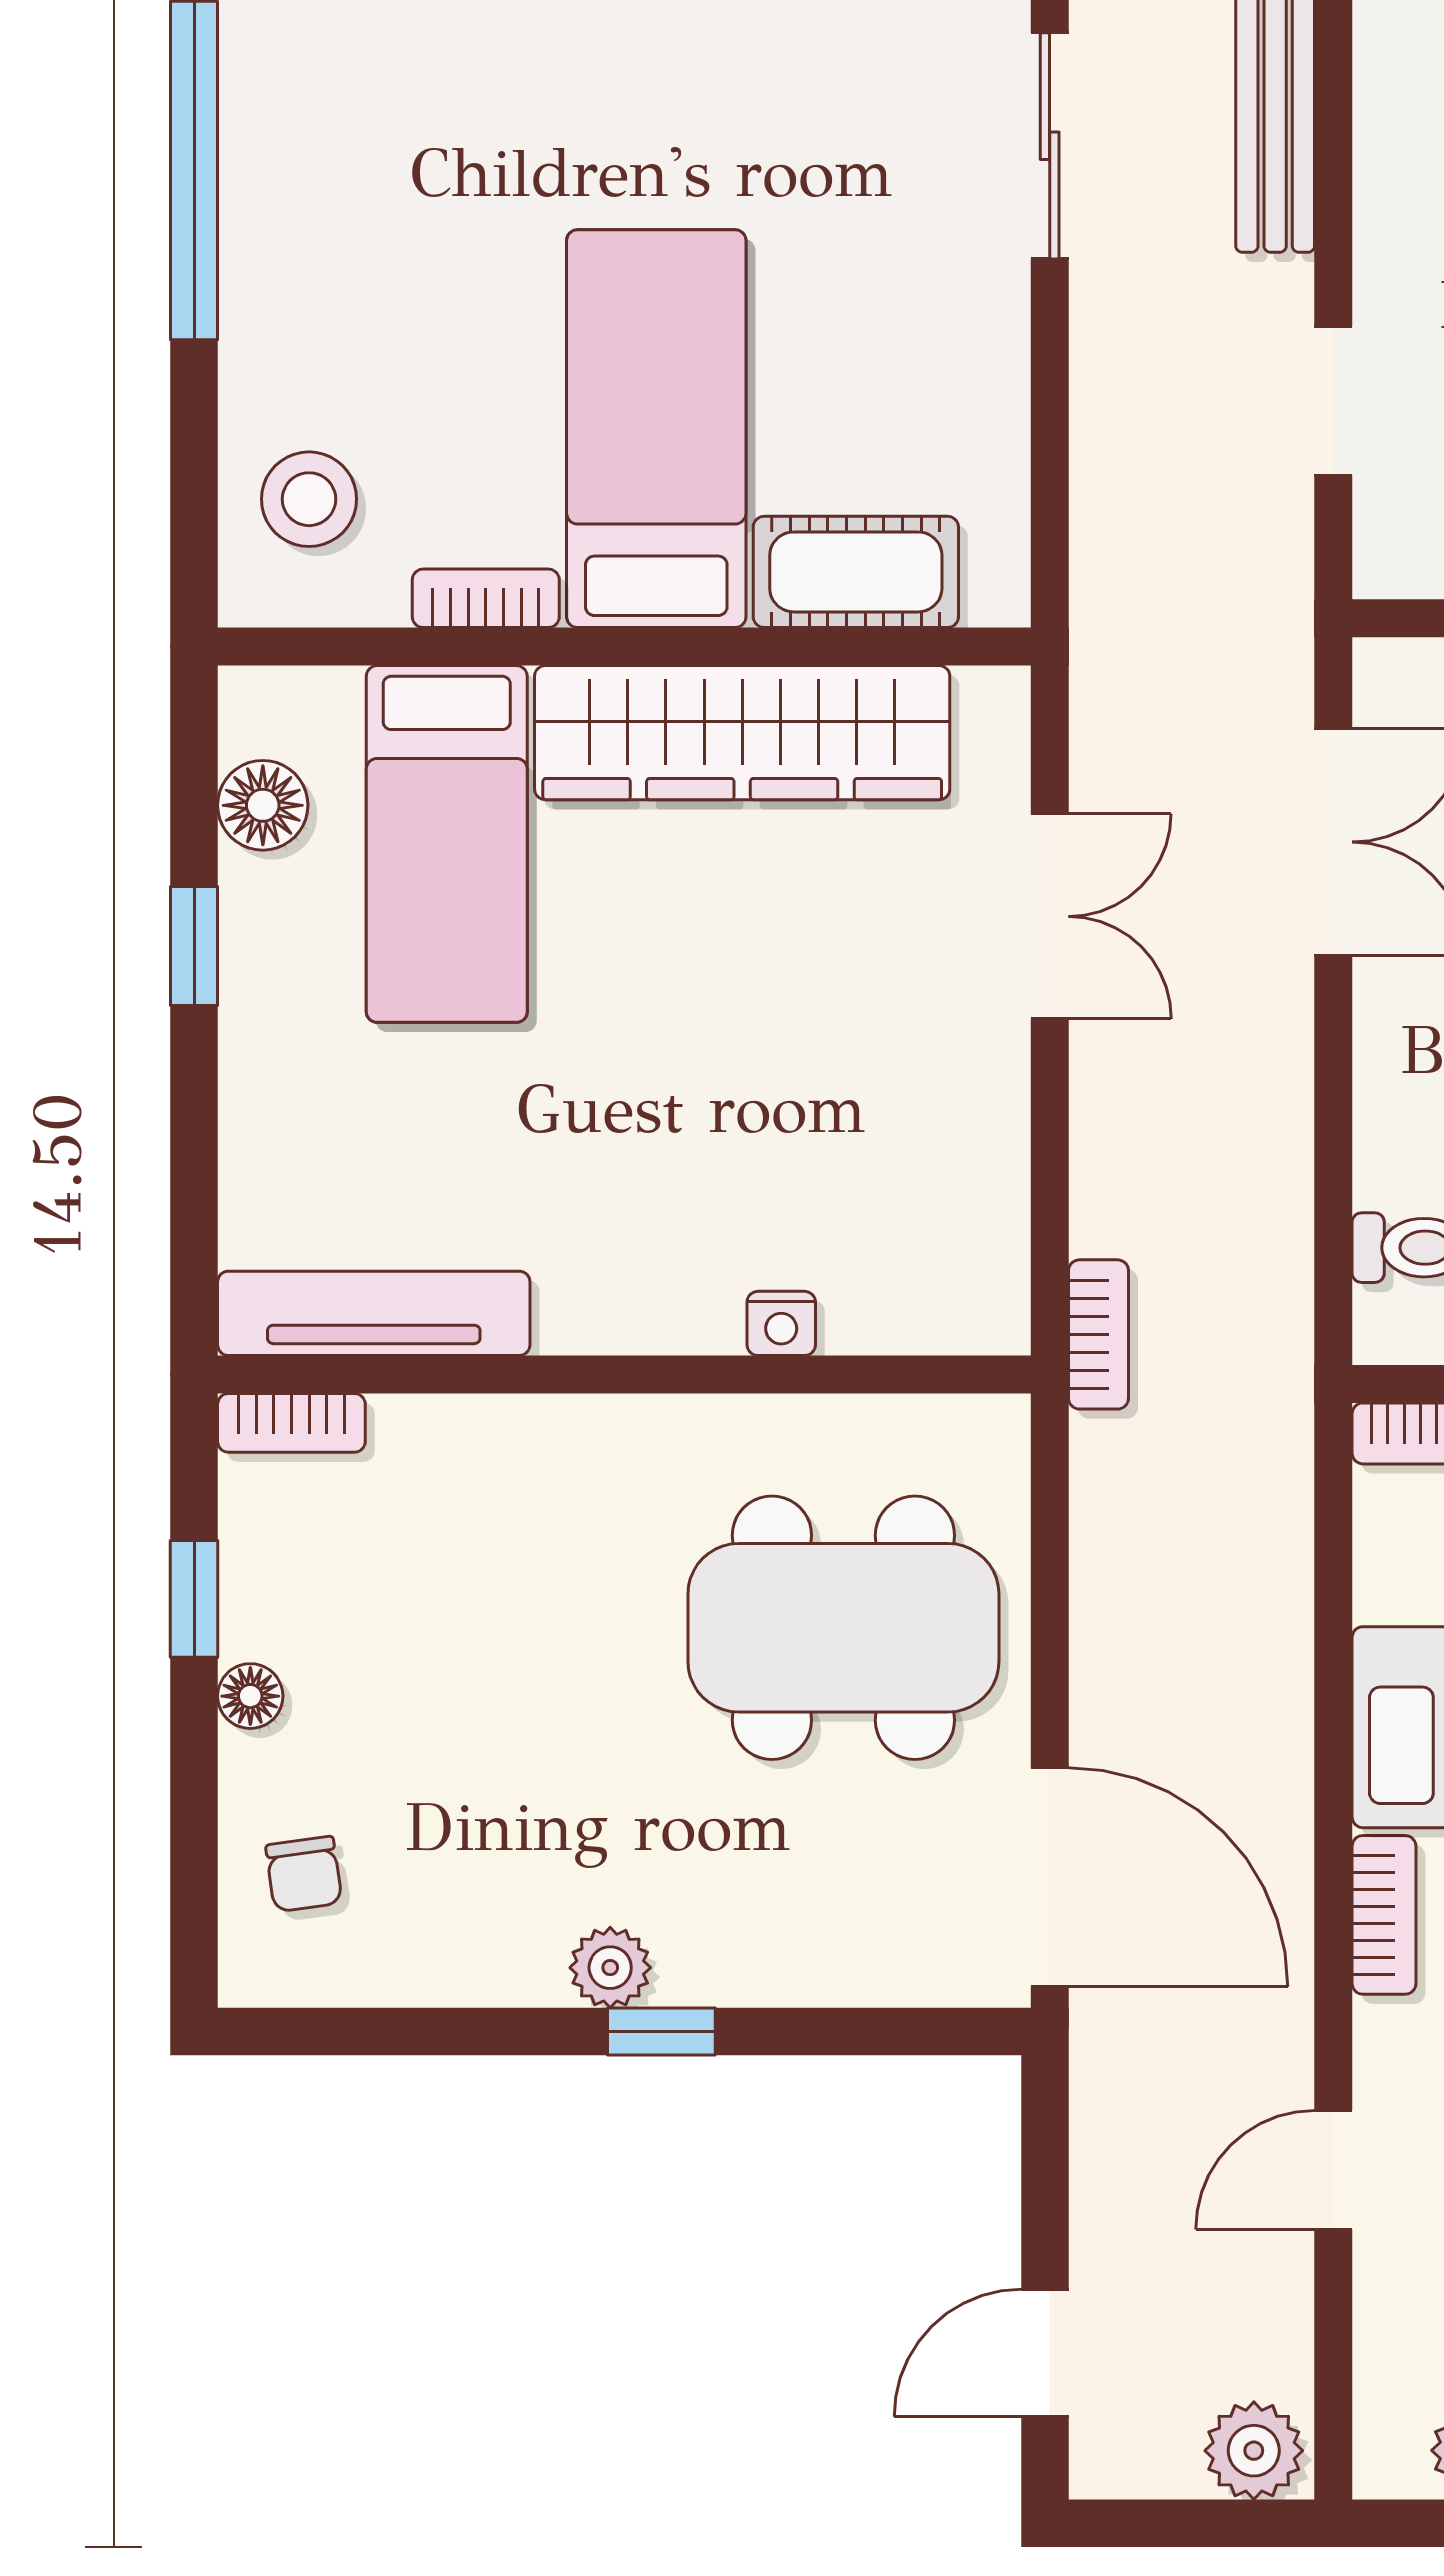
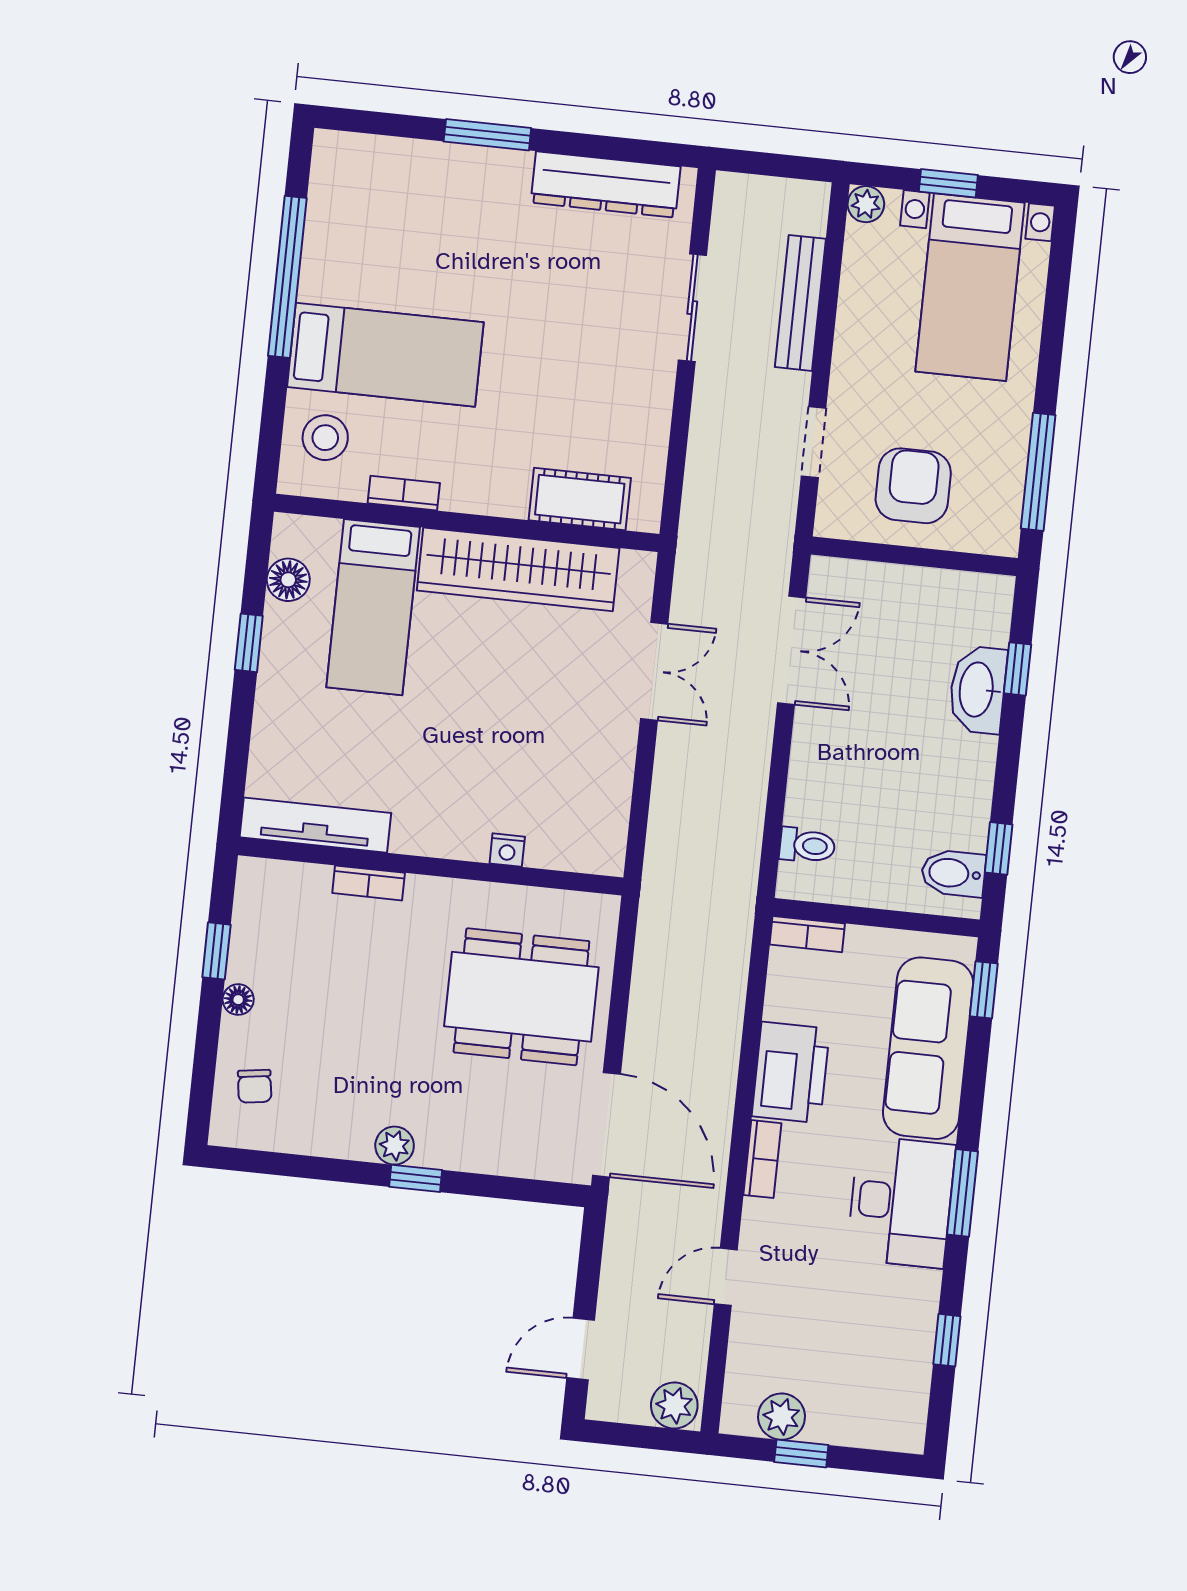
bed: (656, 429) -> (385, 355), moved, turned 90
bookcase: (1098, 1334) -> (656, 871), removed
bookcase: (291, 1423) -> (369, 883), moved

